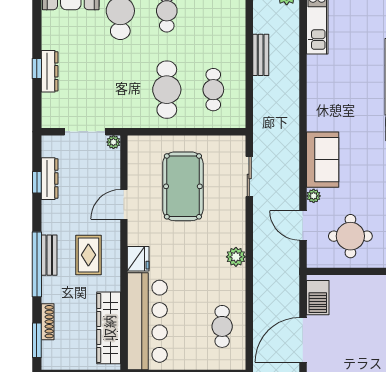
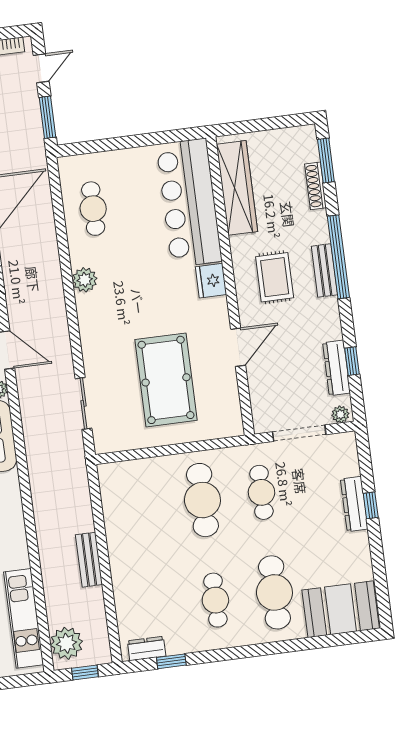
cafe table: (213, 90) -> (261, 492), moved
plant: (113, 142) -> (340, 414), moved
plant: (236, 257) -> (85, 280), moved

